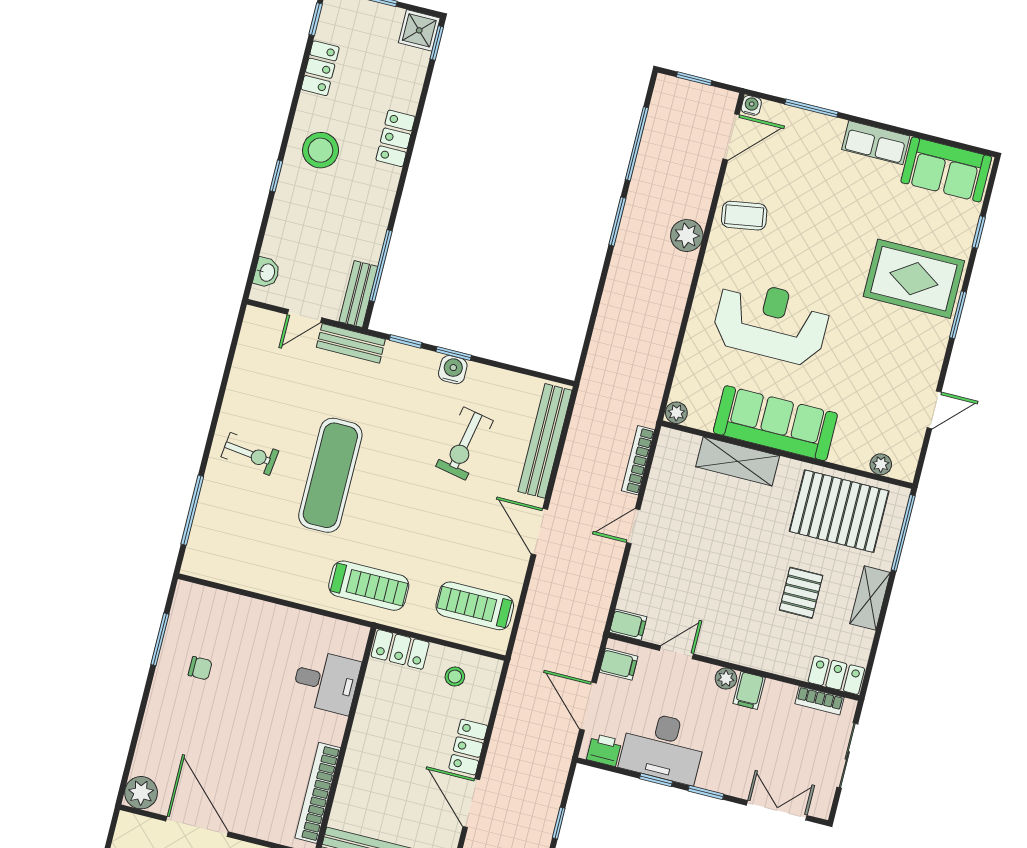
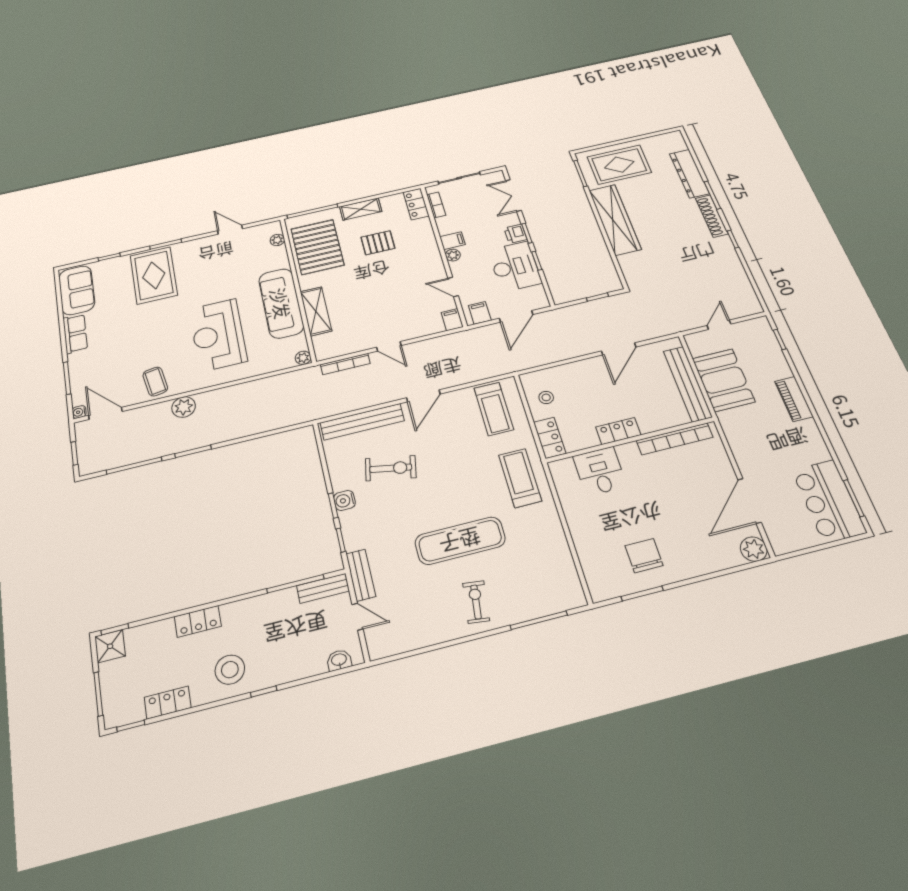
chair: (200, 668) -> (644, 556), width x1.87, depth x1.87
locker: (468, 747) -> (618, 431), moved, turned 180
printer: (604, 750) -> (515, 234), moved

